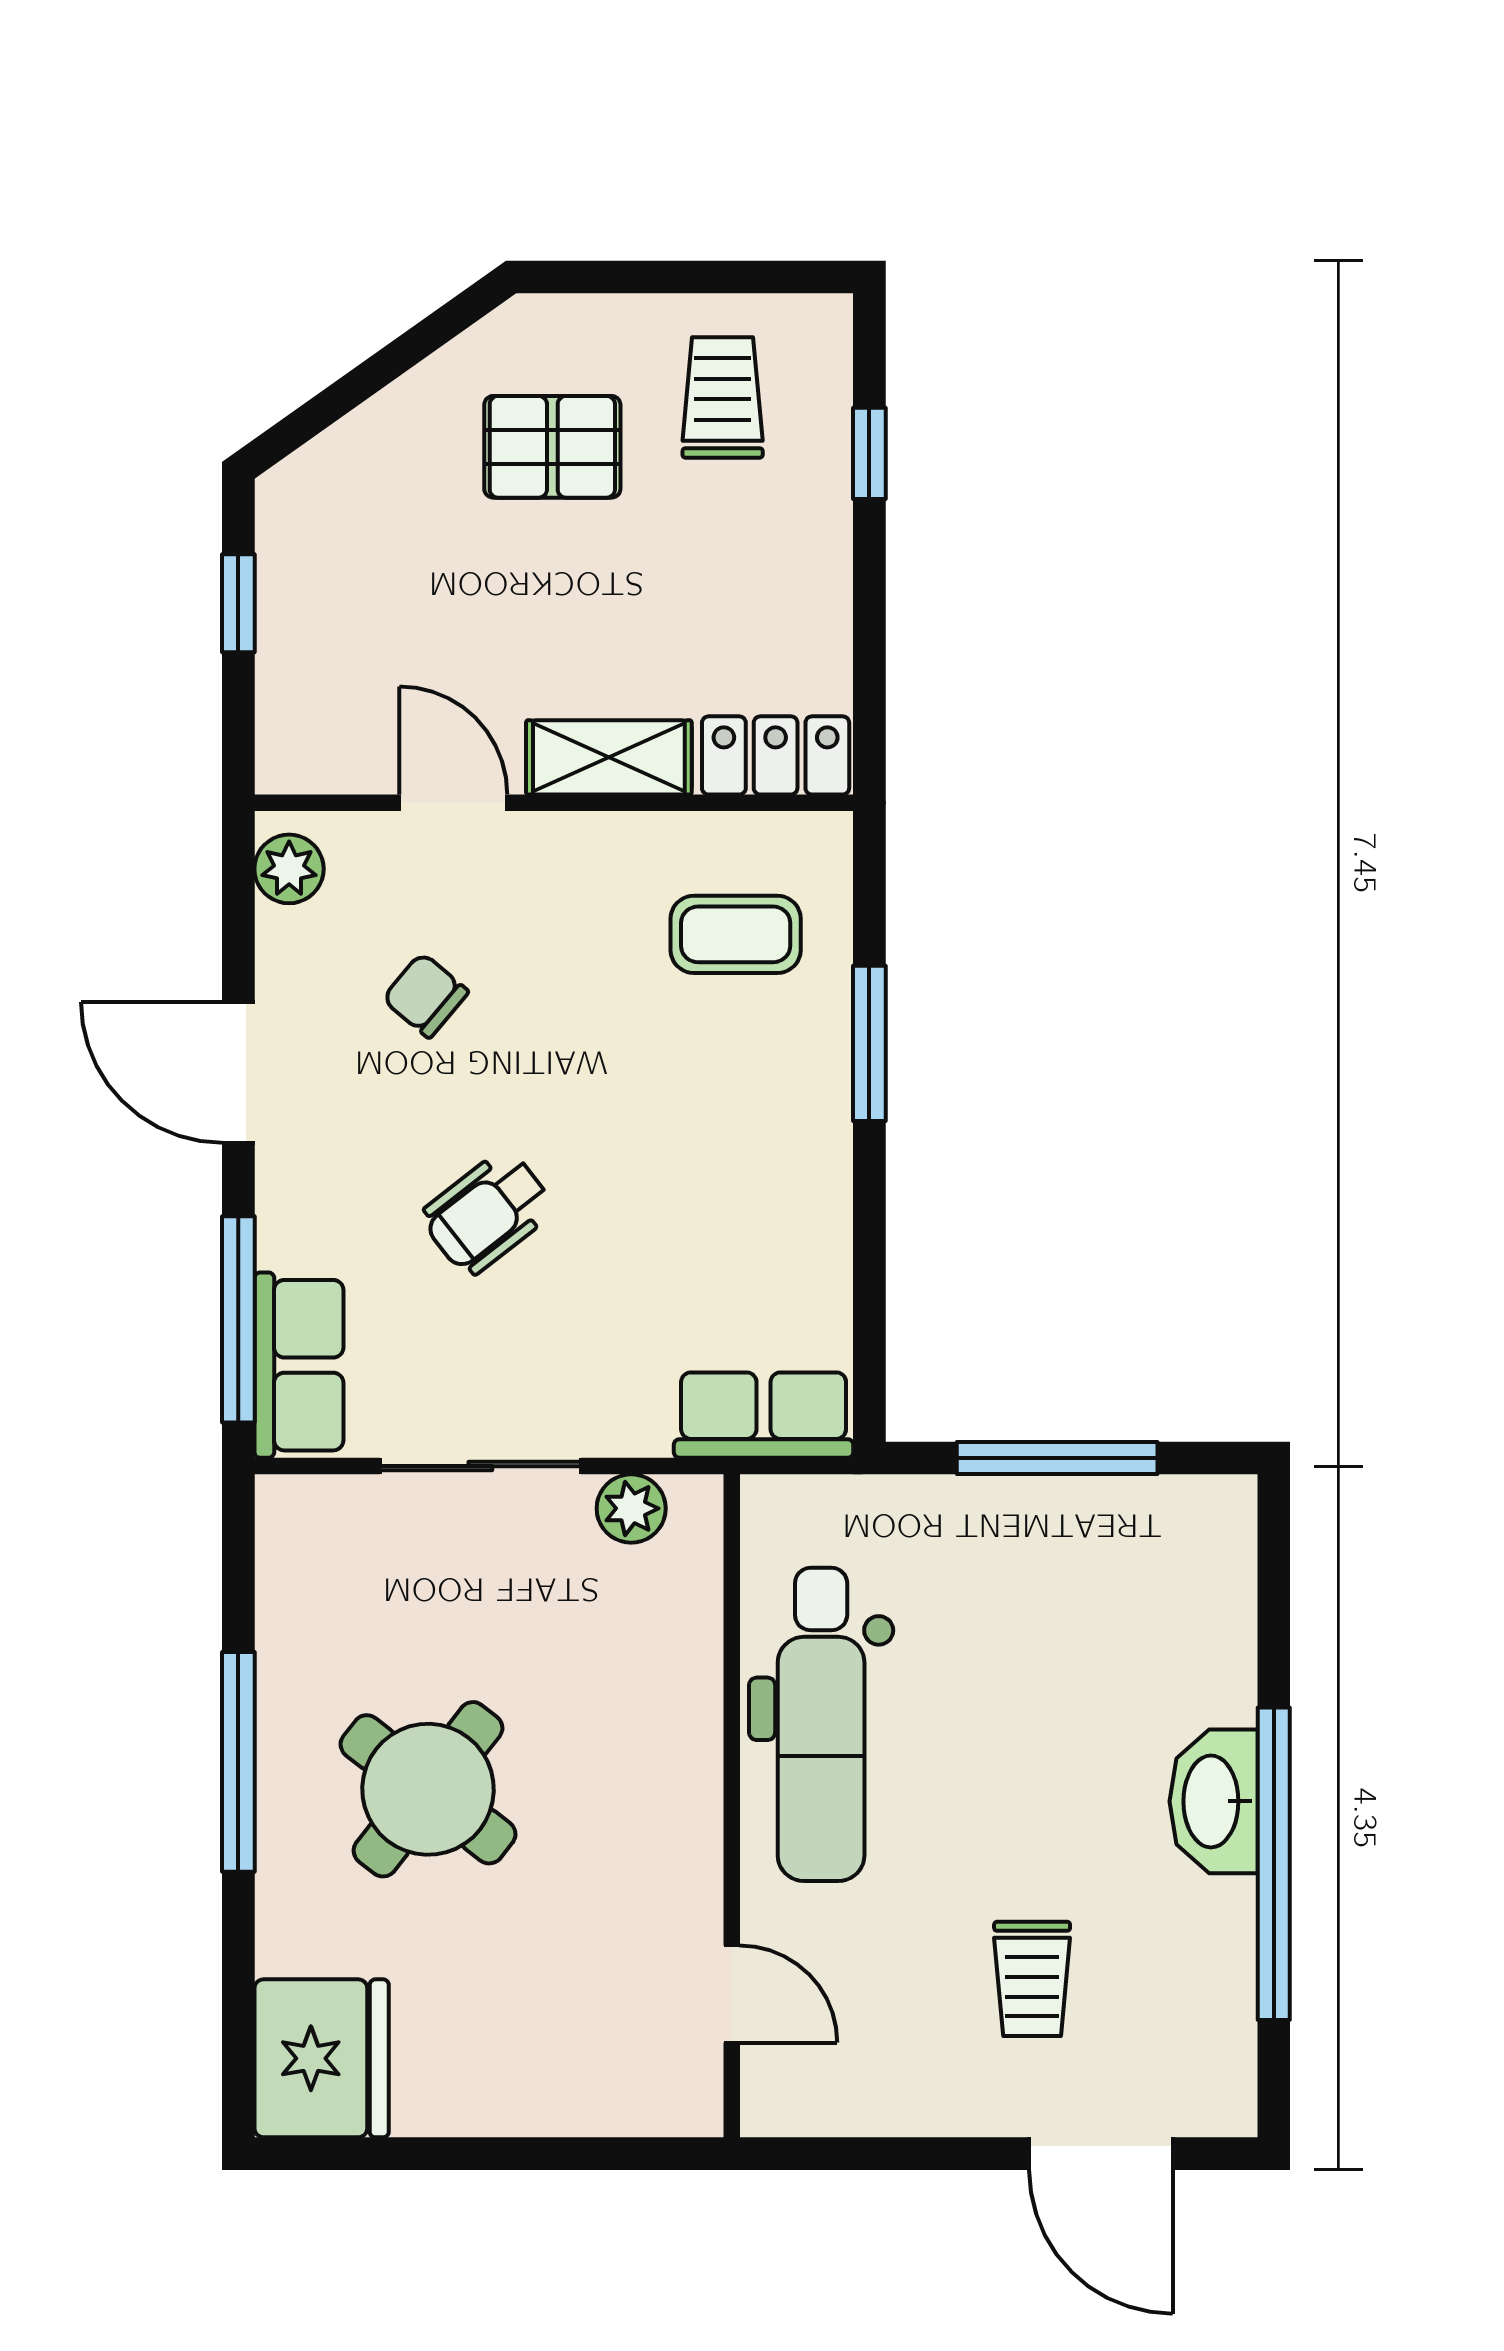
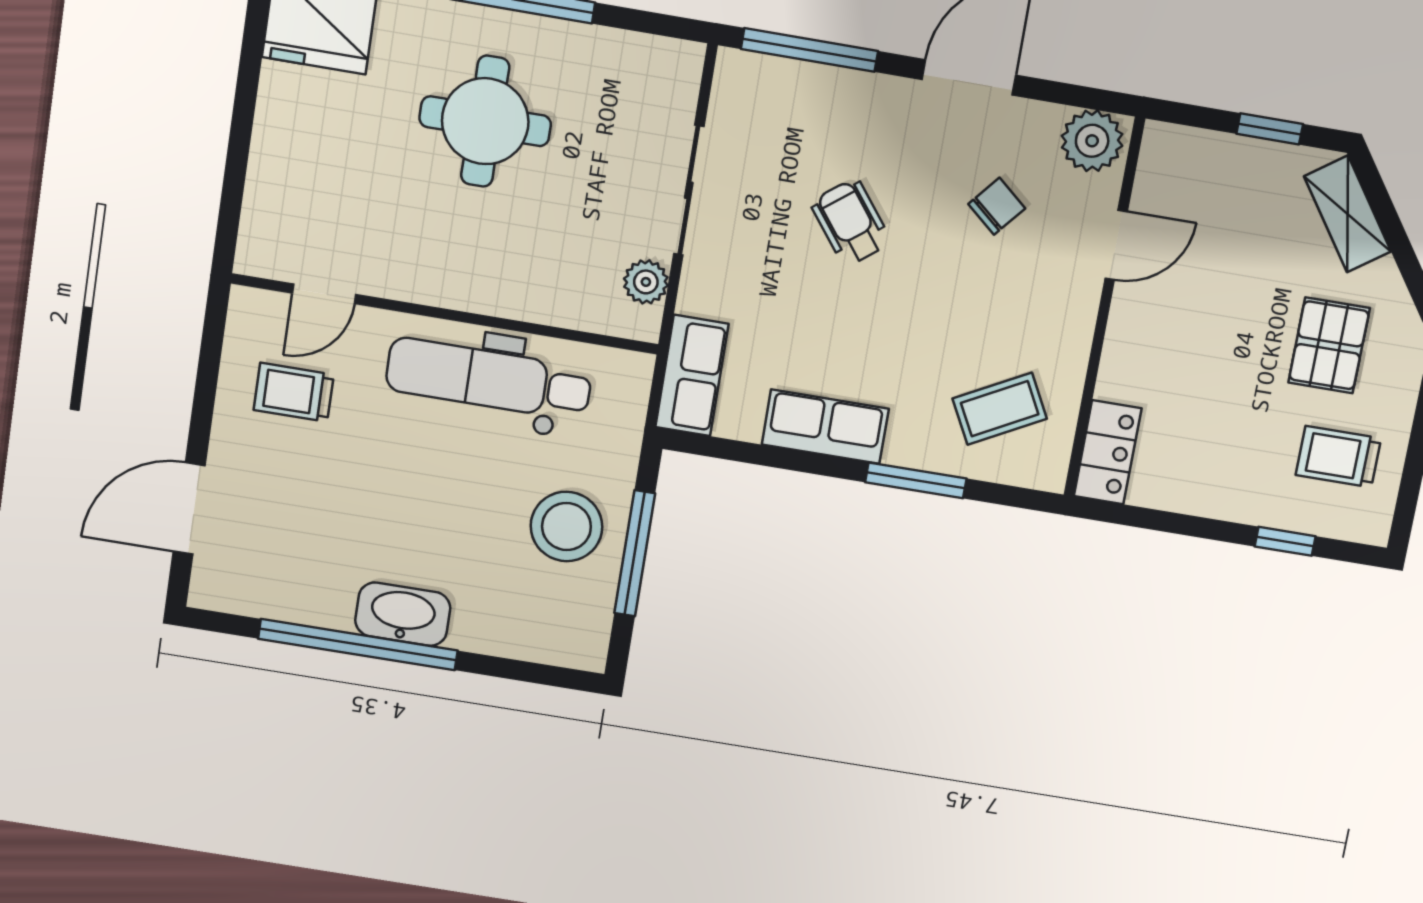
trolley: (723, 397) -> (1338, 457), turned 180
shelving: (609, 757) -> (1348, 214), moved, turned -35
plant: (289, 869) -> (1092, 141), width x1.38, depth x1.38
coffee table: (736, 934) -> (1000, 409), turned 62
row of seats: (299, 1365) -> (825, 427), moved, turned 180
stool: (1032, 1570) -> (566, 527), added
round table: (428, 1789) -> (485, 121), turned -38
trolley: (1032, 1979) -> (294, 392), moved

